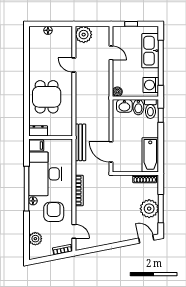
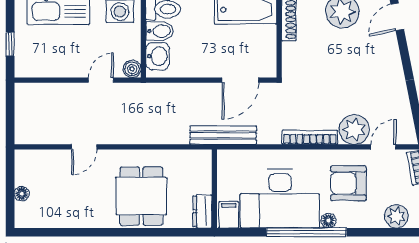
plant: (84, 35) -> (354, 130), moved
door: (111, 53) -> (101, 80), moved
dining table: (47, 97) -> (141, 196), turned 90

